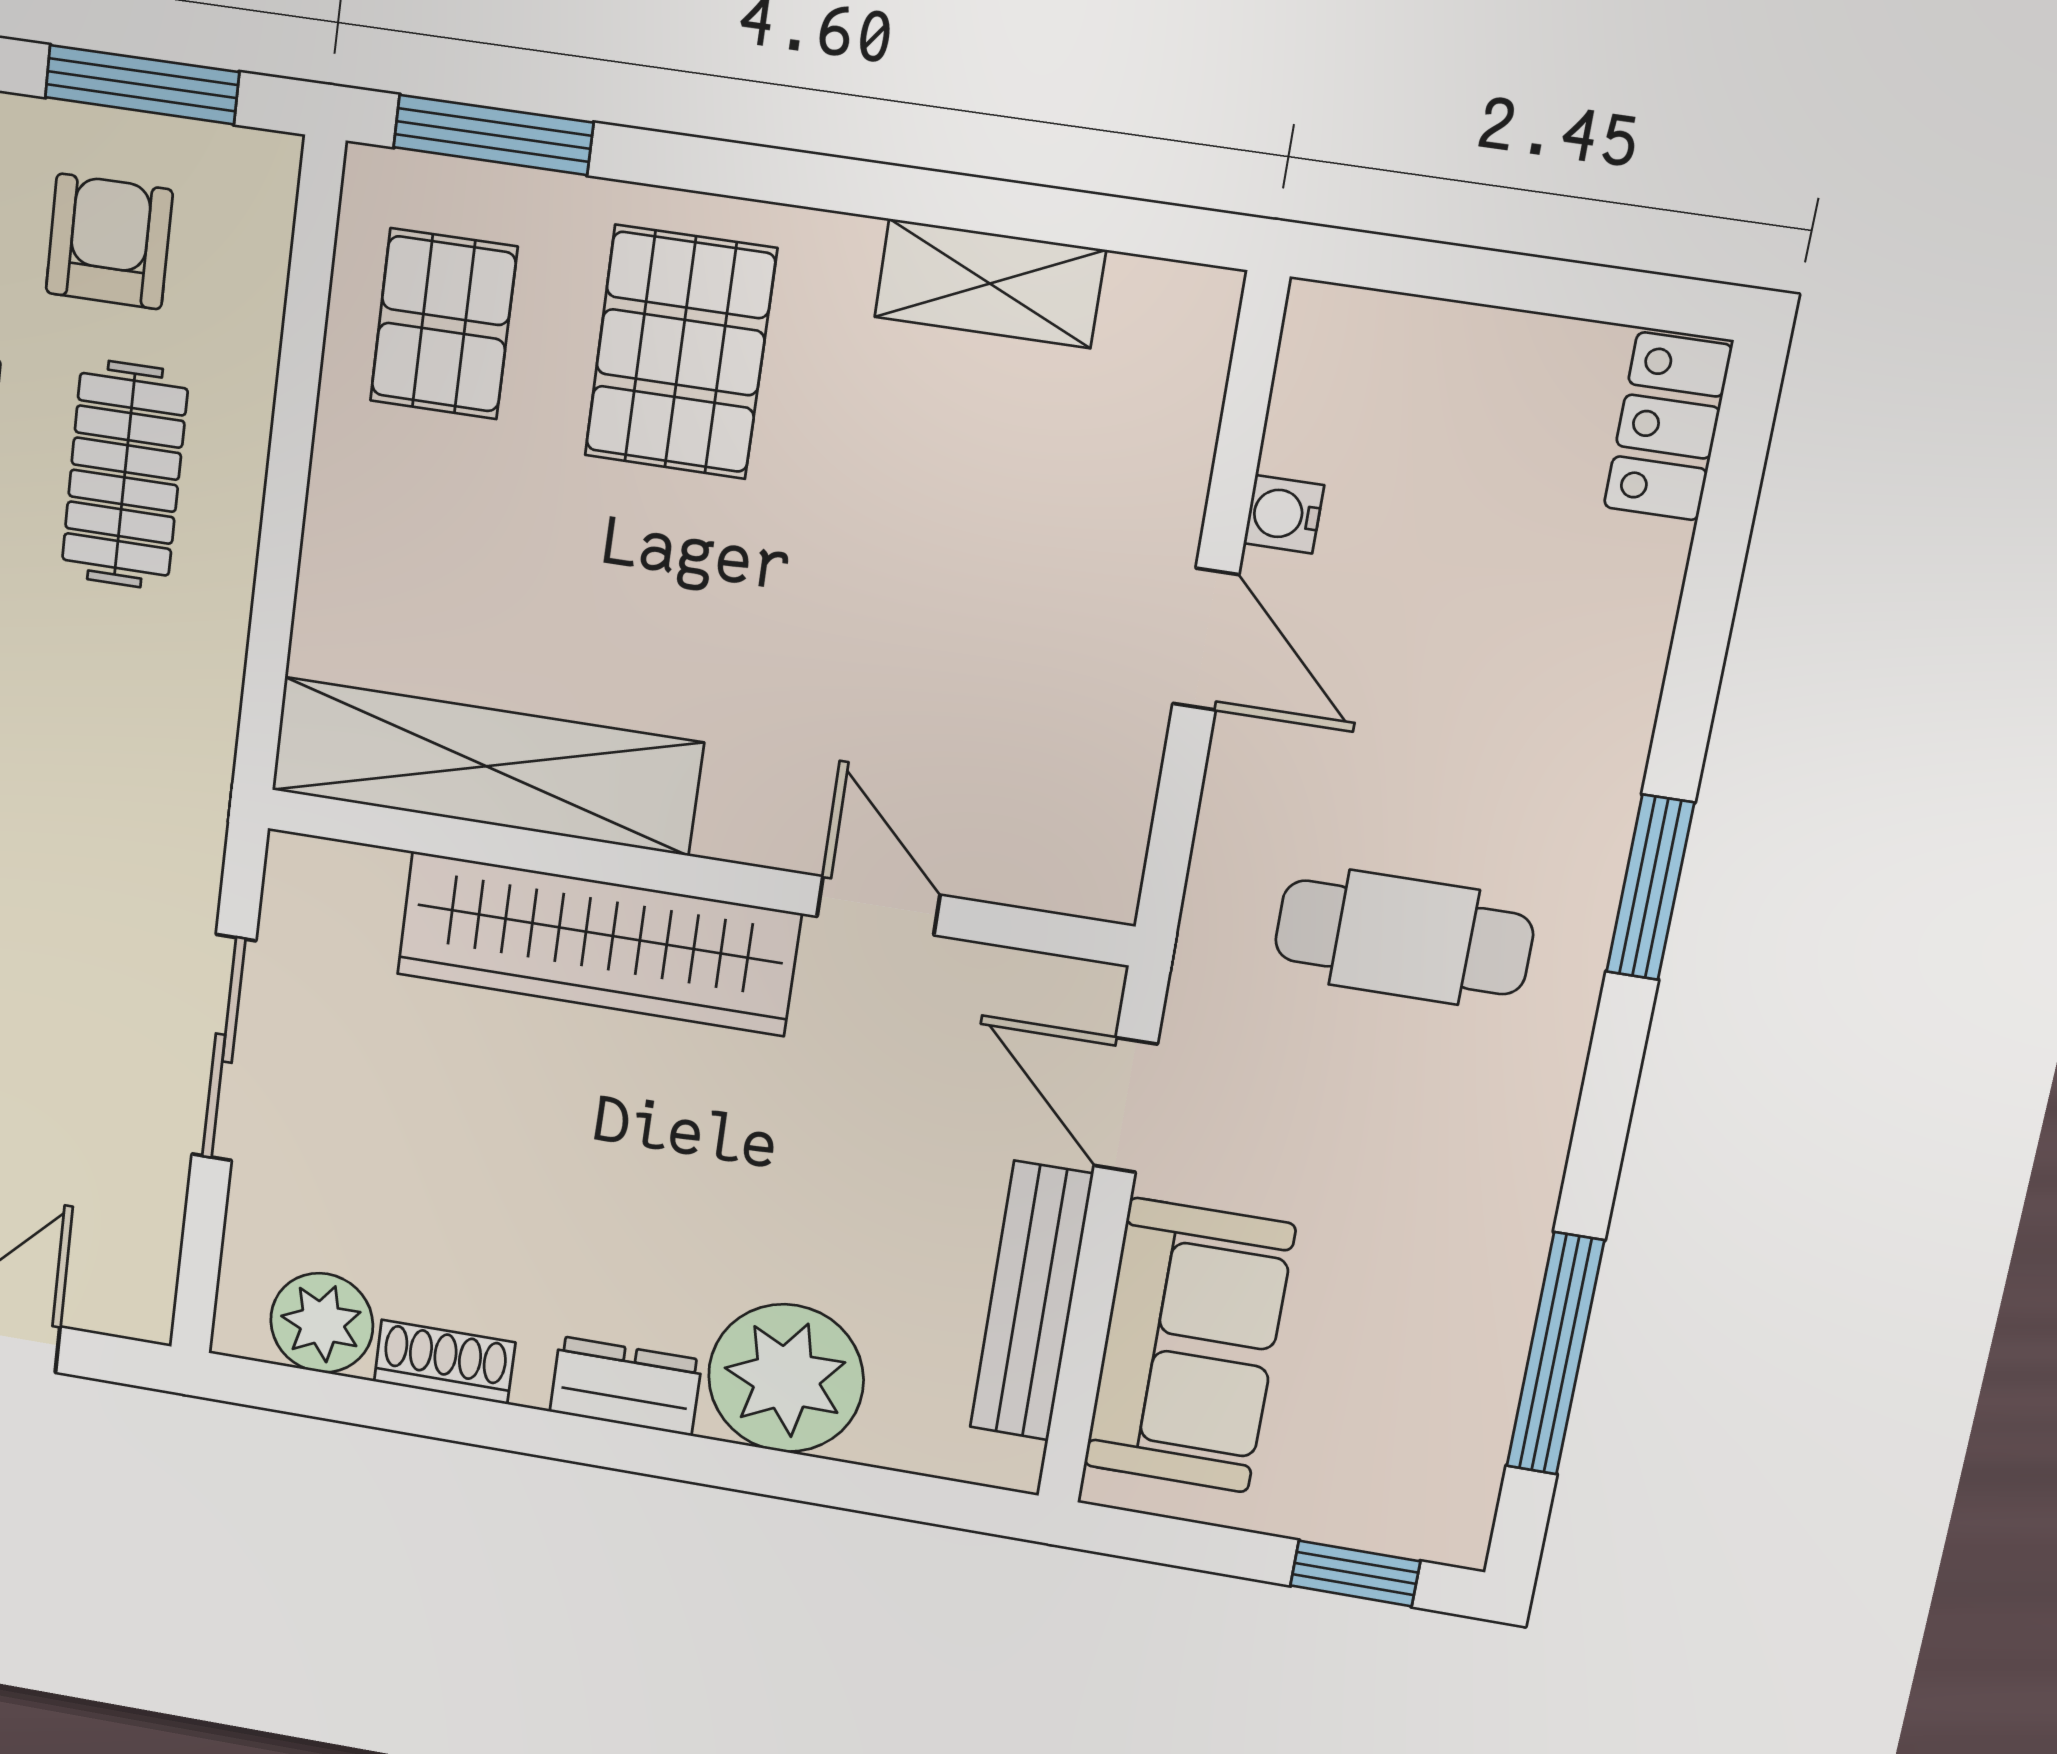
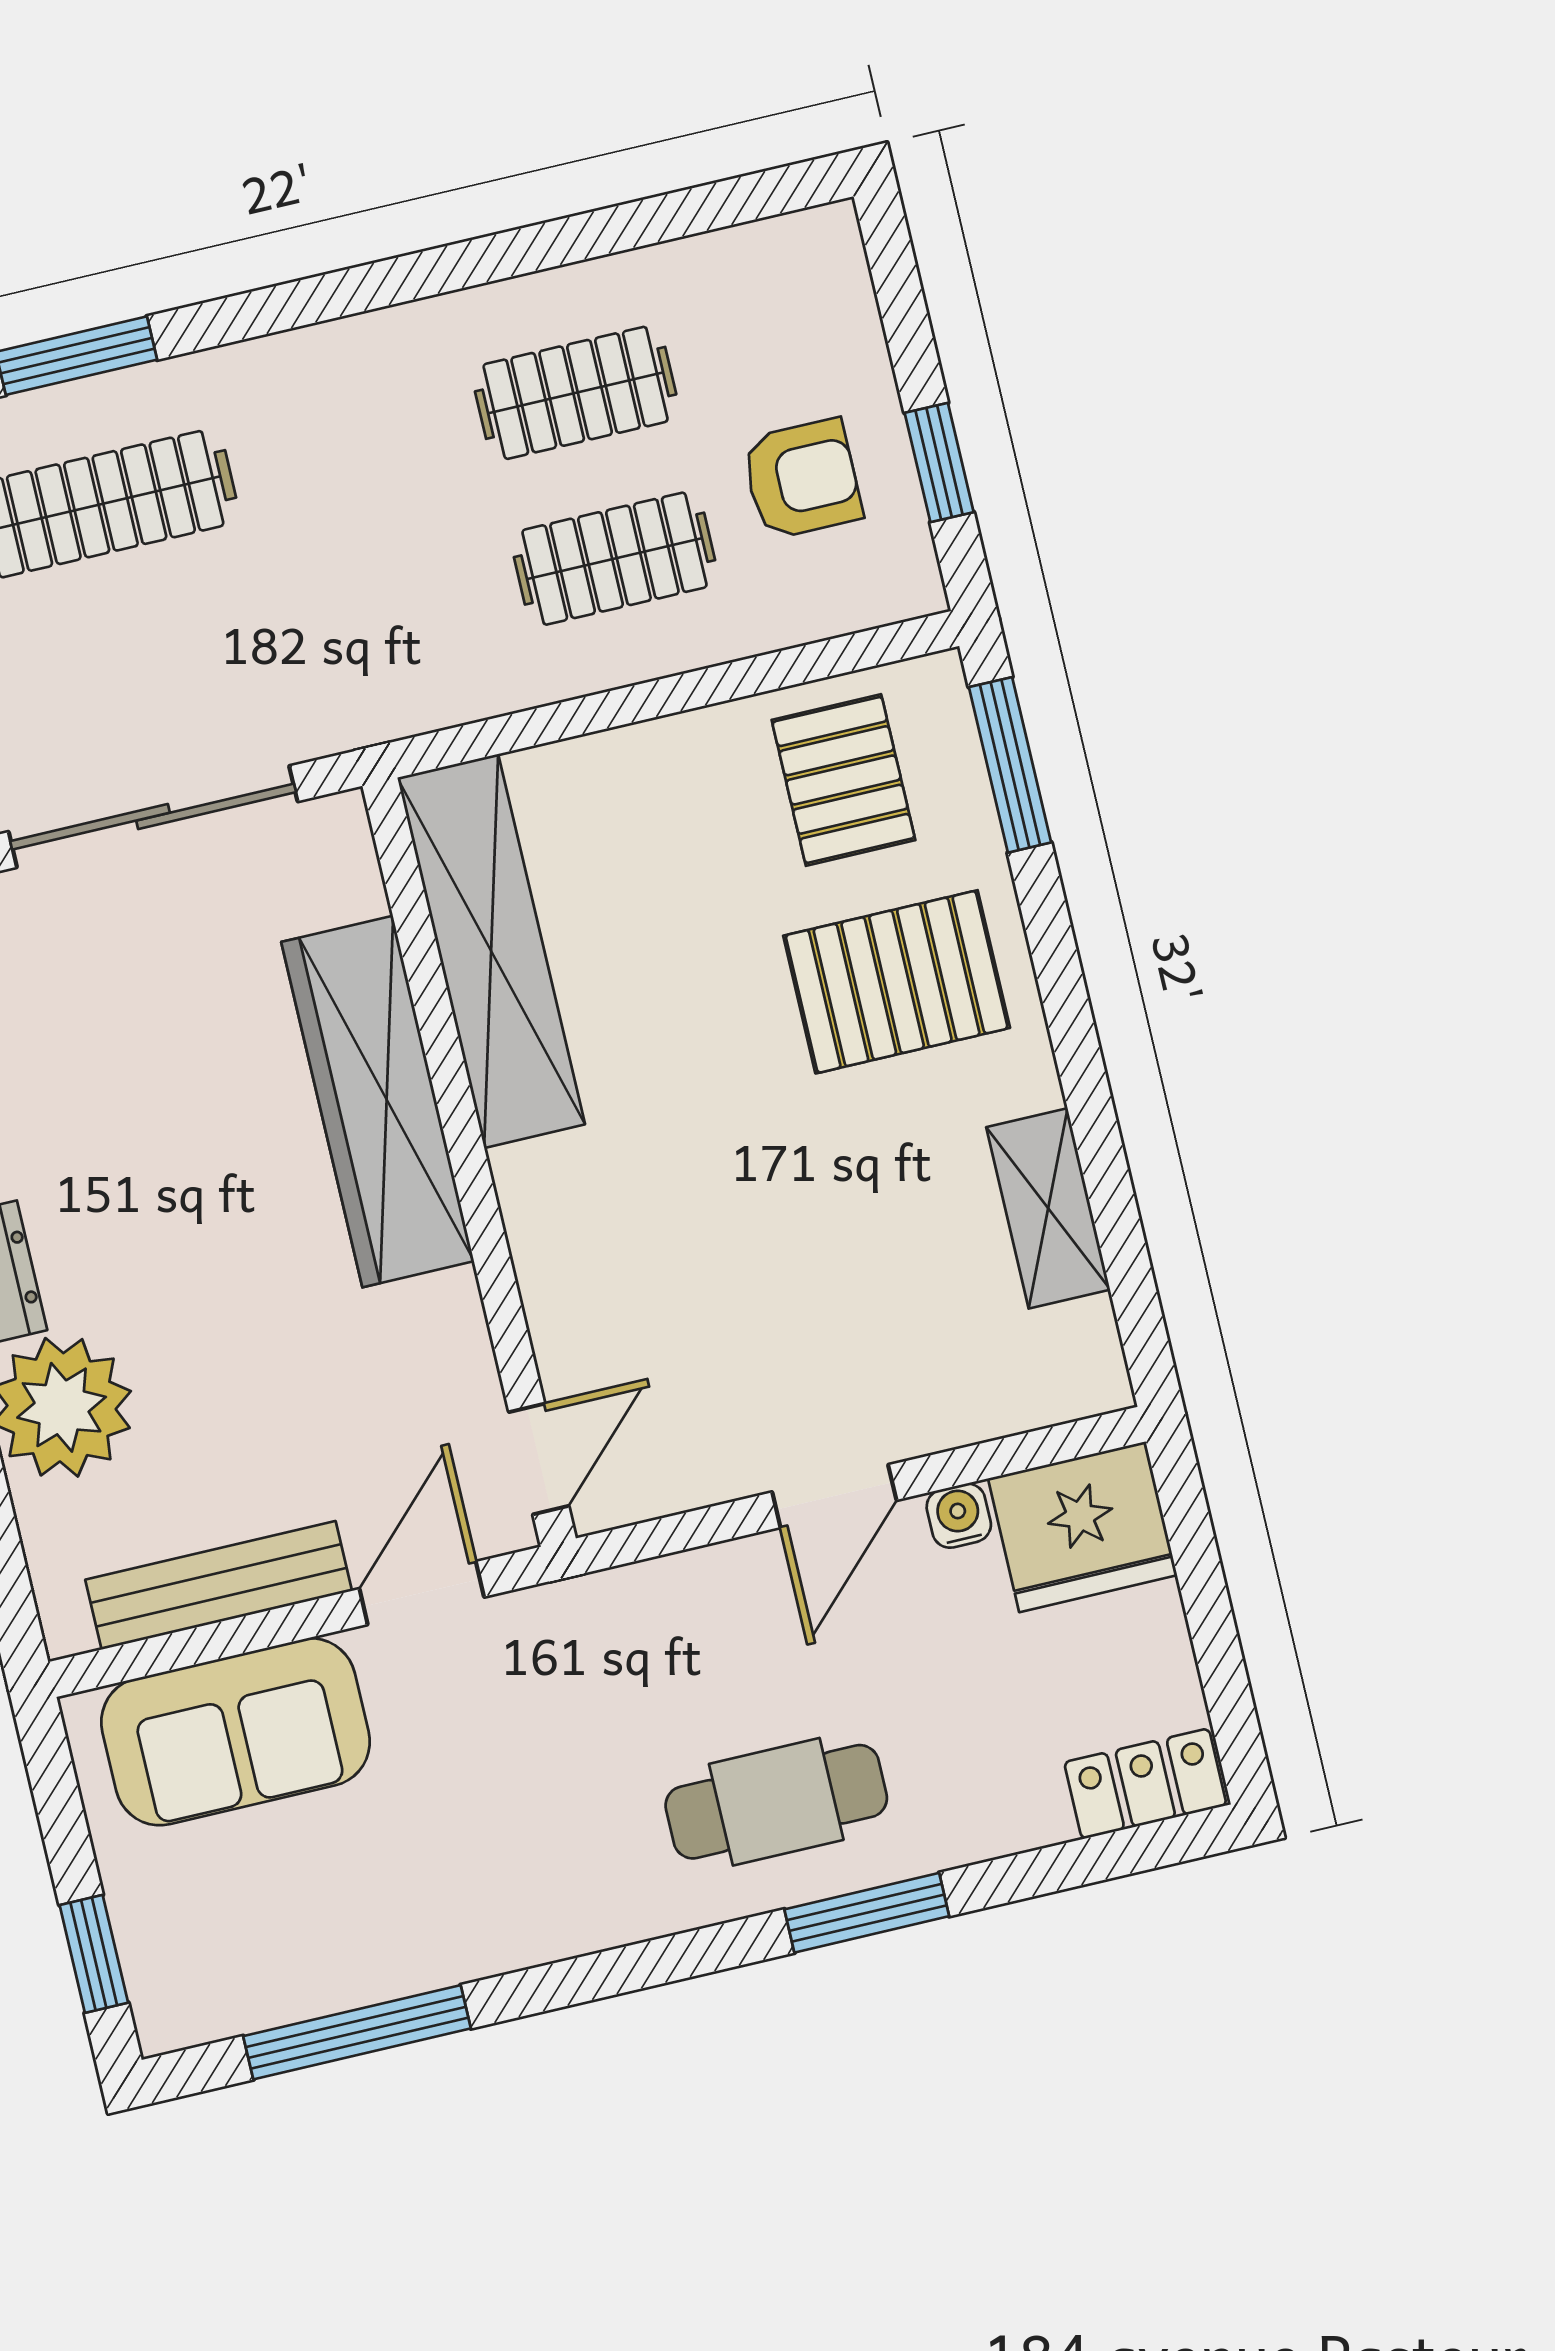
window: (142, 85) -> (939, 462), width x0.67
pallet: (444, 324) -> (843, 780), turned 90
fridge: (1354, 384) -> (1083, 1527), added
window: (1650, 887) -> (867, 1913), moved
door: (878, 906) -> (539, 1459), moved
cafe table: (1404, 937) -> (776, 1802), moved, turned 90
sliding door: (224, 1048) -> (153, 817), width x1.37

